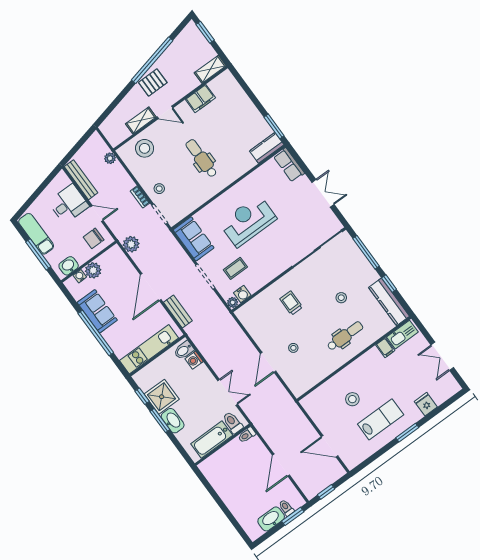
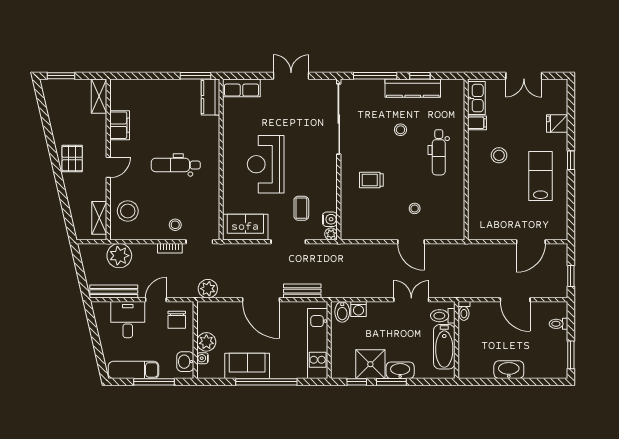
window: (152, 60) -> (51, 144), removed
shelving: (141, 120) -> (99, 218), moved
plant: (110, 158) -> (119, 256), width x1.87, depth x1.87
kitchen counter: (389, 302) -> (413, 88), moved
dental chair: (345, 336) -> (439, 152), turned 180
stool: (352, 399) -> (499, 155), moved
window: (407, 433) -> (571, 160), width x0.67
window: (293, 516) -> (571, 355), moved
washbasin: (271, 519) -> (509, 370), moved, turned 90

